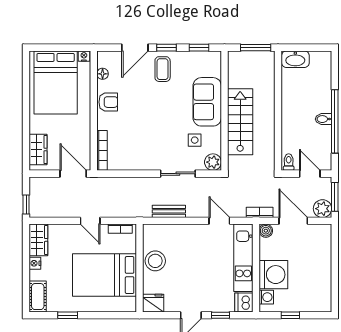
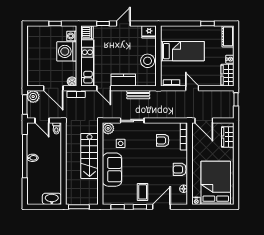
armchair: (133, 144) -> (163, 140), added
kitchen counter: (191, 233) -> (123, 80), added
bed: (105, 275) -> (182, 51), width x0.67

